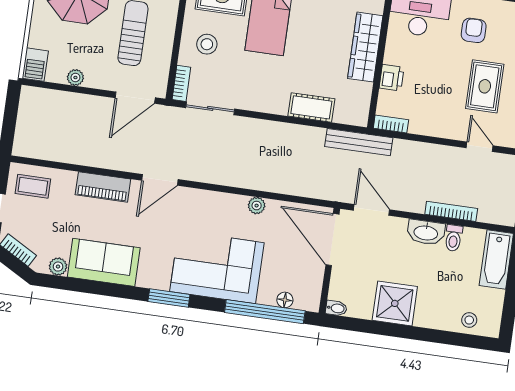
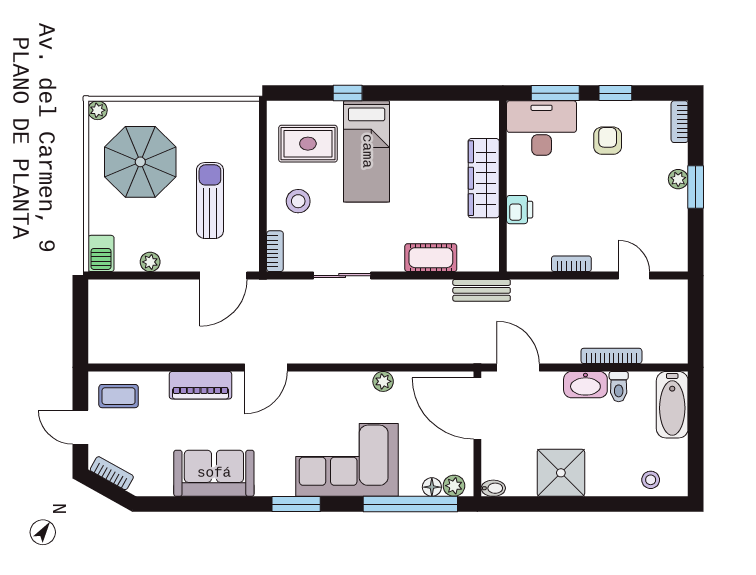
rug: (485, 86) -> (630, 204), removed
sliding door: (210, 108) -> (342, 276), moved
bookcase: (391, 124) -> (571, 264), moved
bench: (359, 142) -> (482, 290), width x0.73
plant: (58, 267) -> (454, 486), moved

